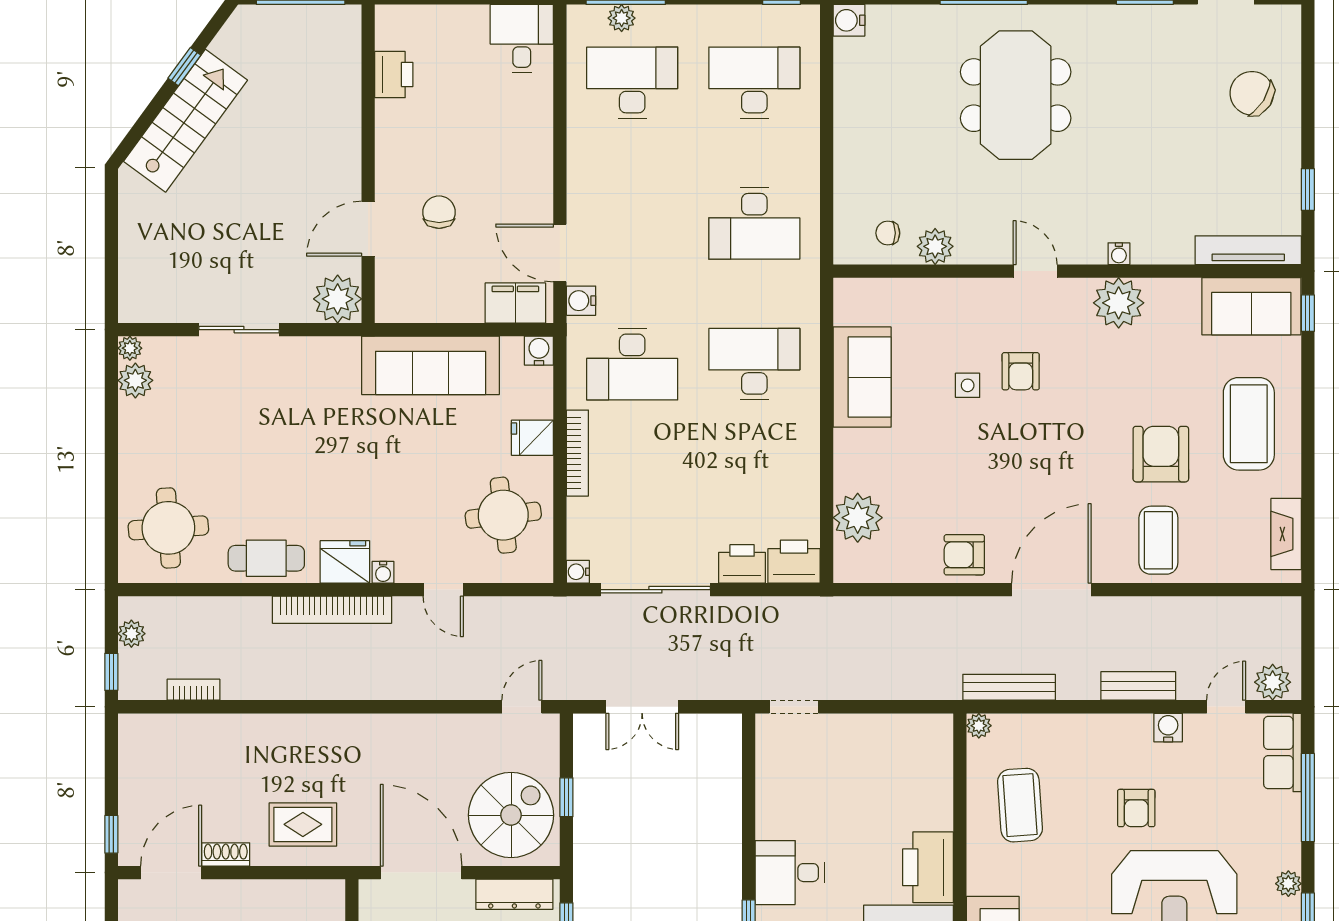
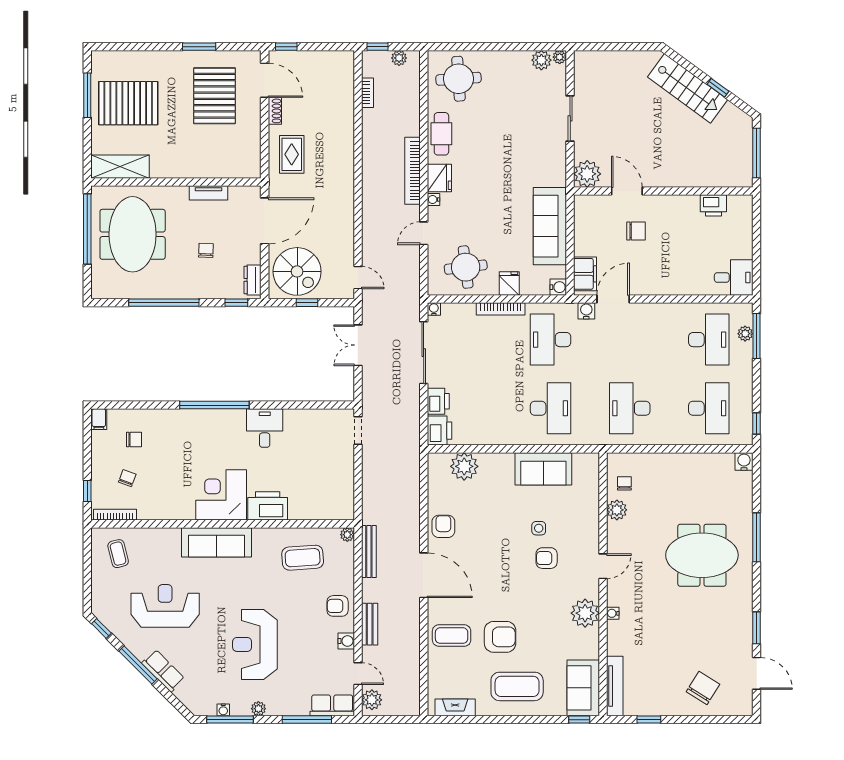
armchair: (1136, 808) -> (338, 606), moved
dresser: (514, 894) -> (252, 280), width x0.70

